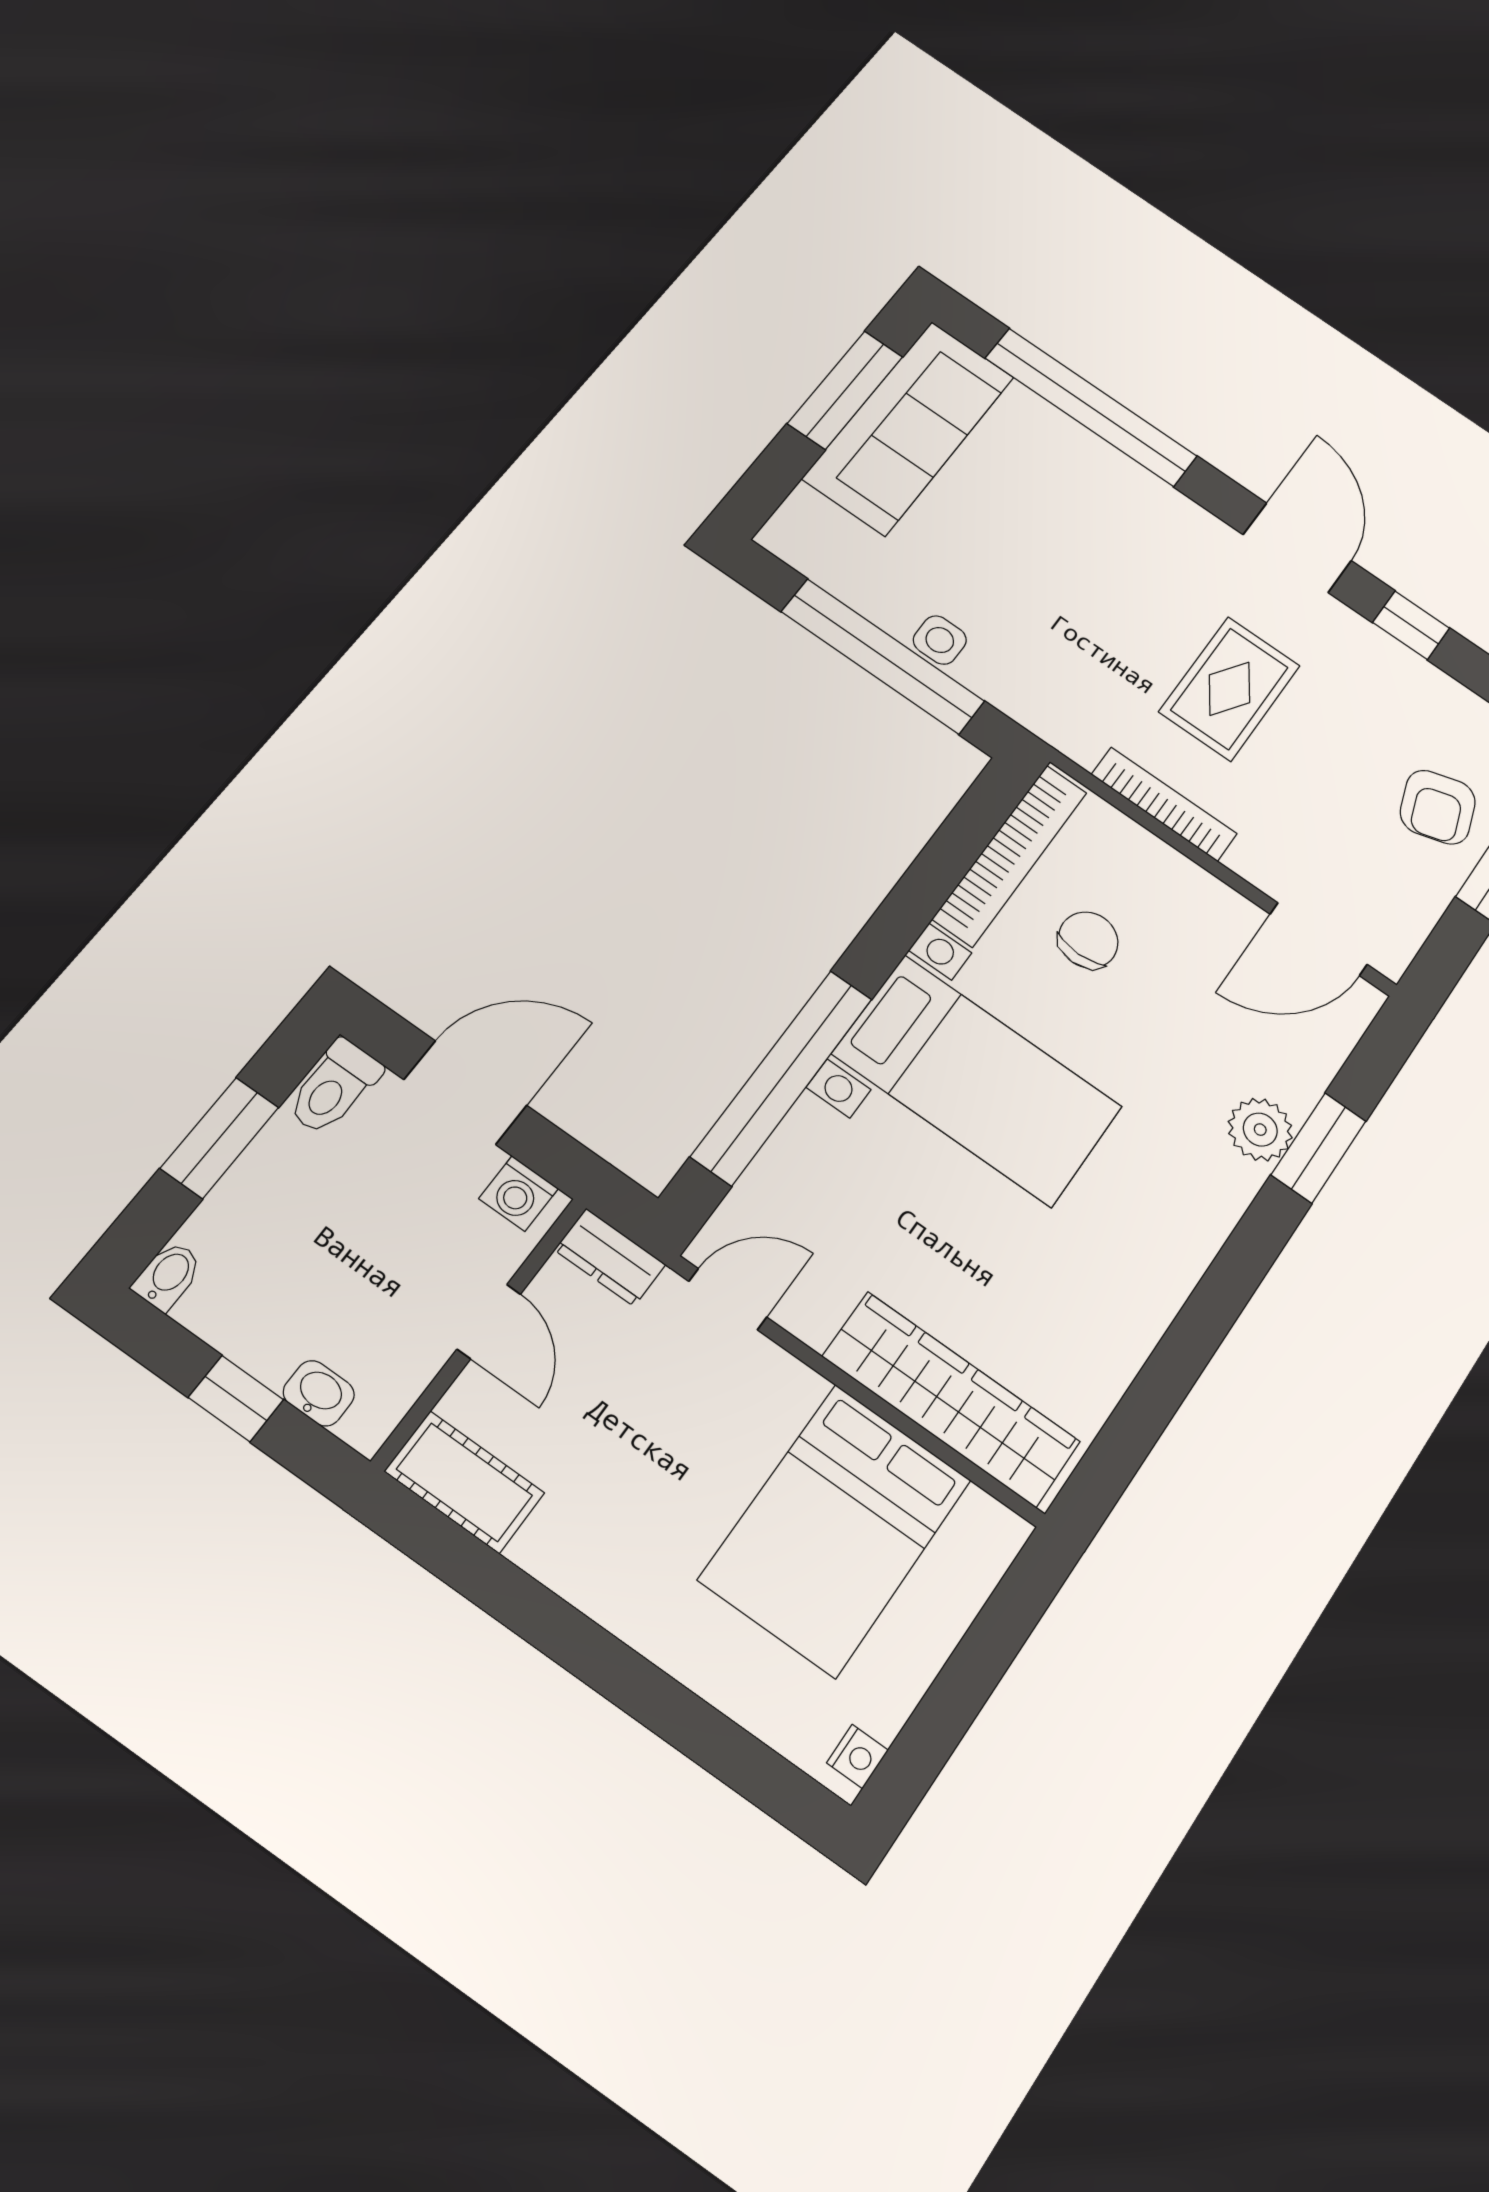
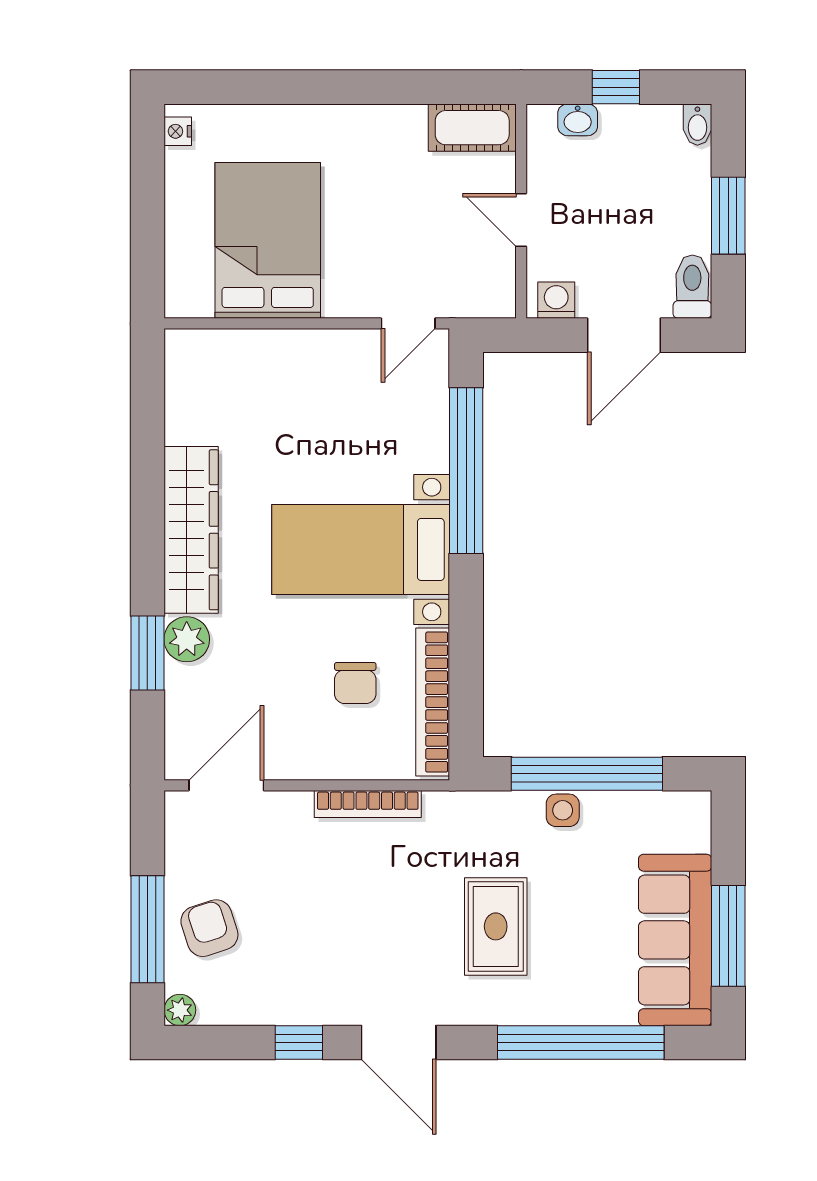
rug: (1230, 689) -> (496, 926), moved
dresser: (610, 1257) -> (485, 301), removed
wardrobe: (951, 1399) -> (191, 530), moved, turned -90

